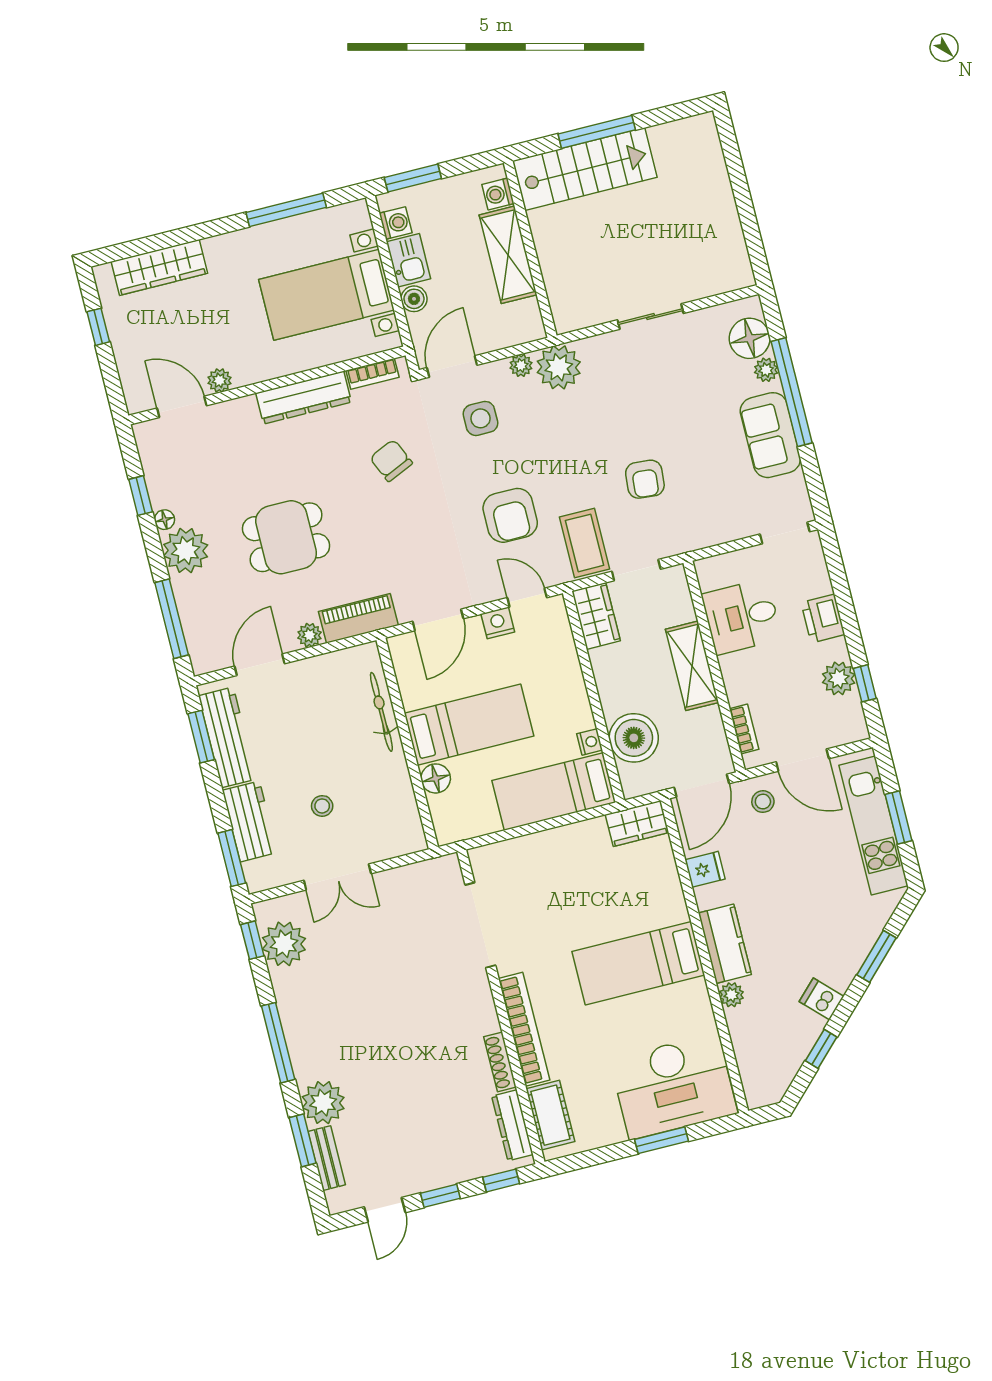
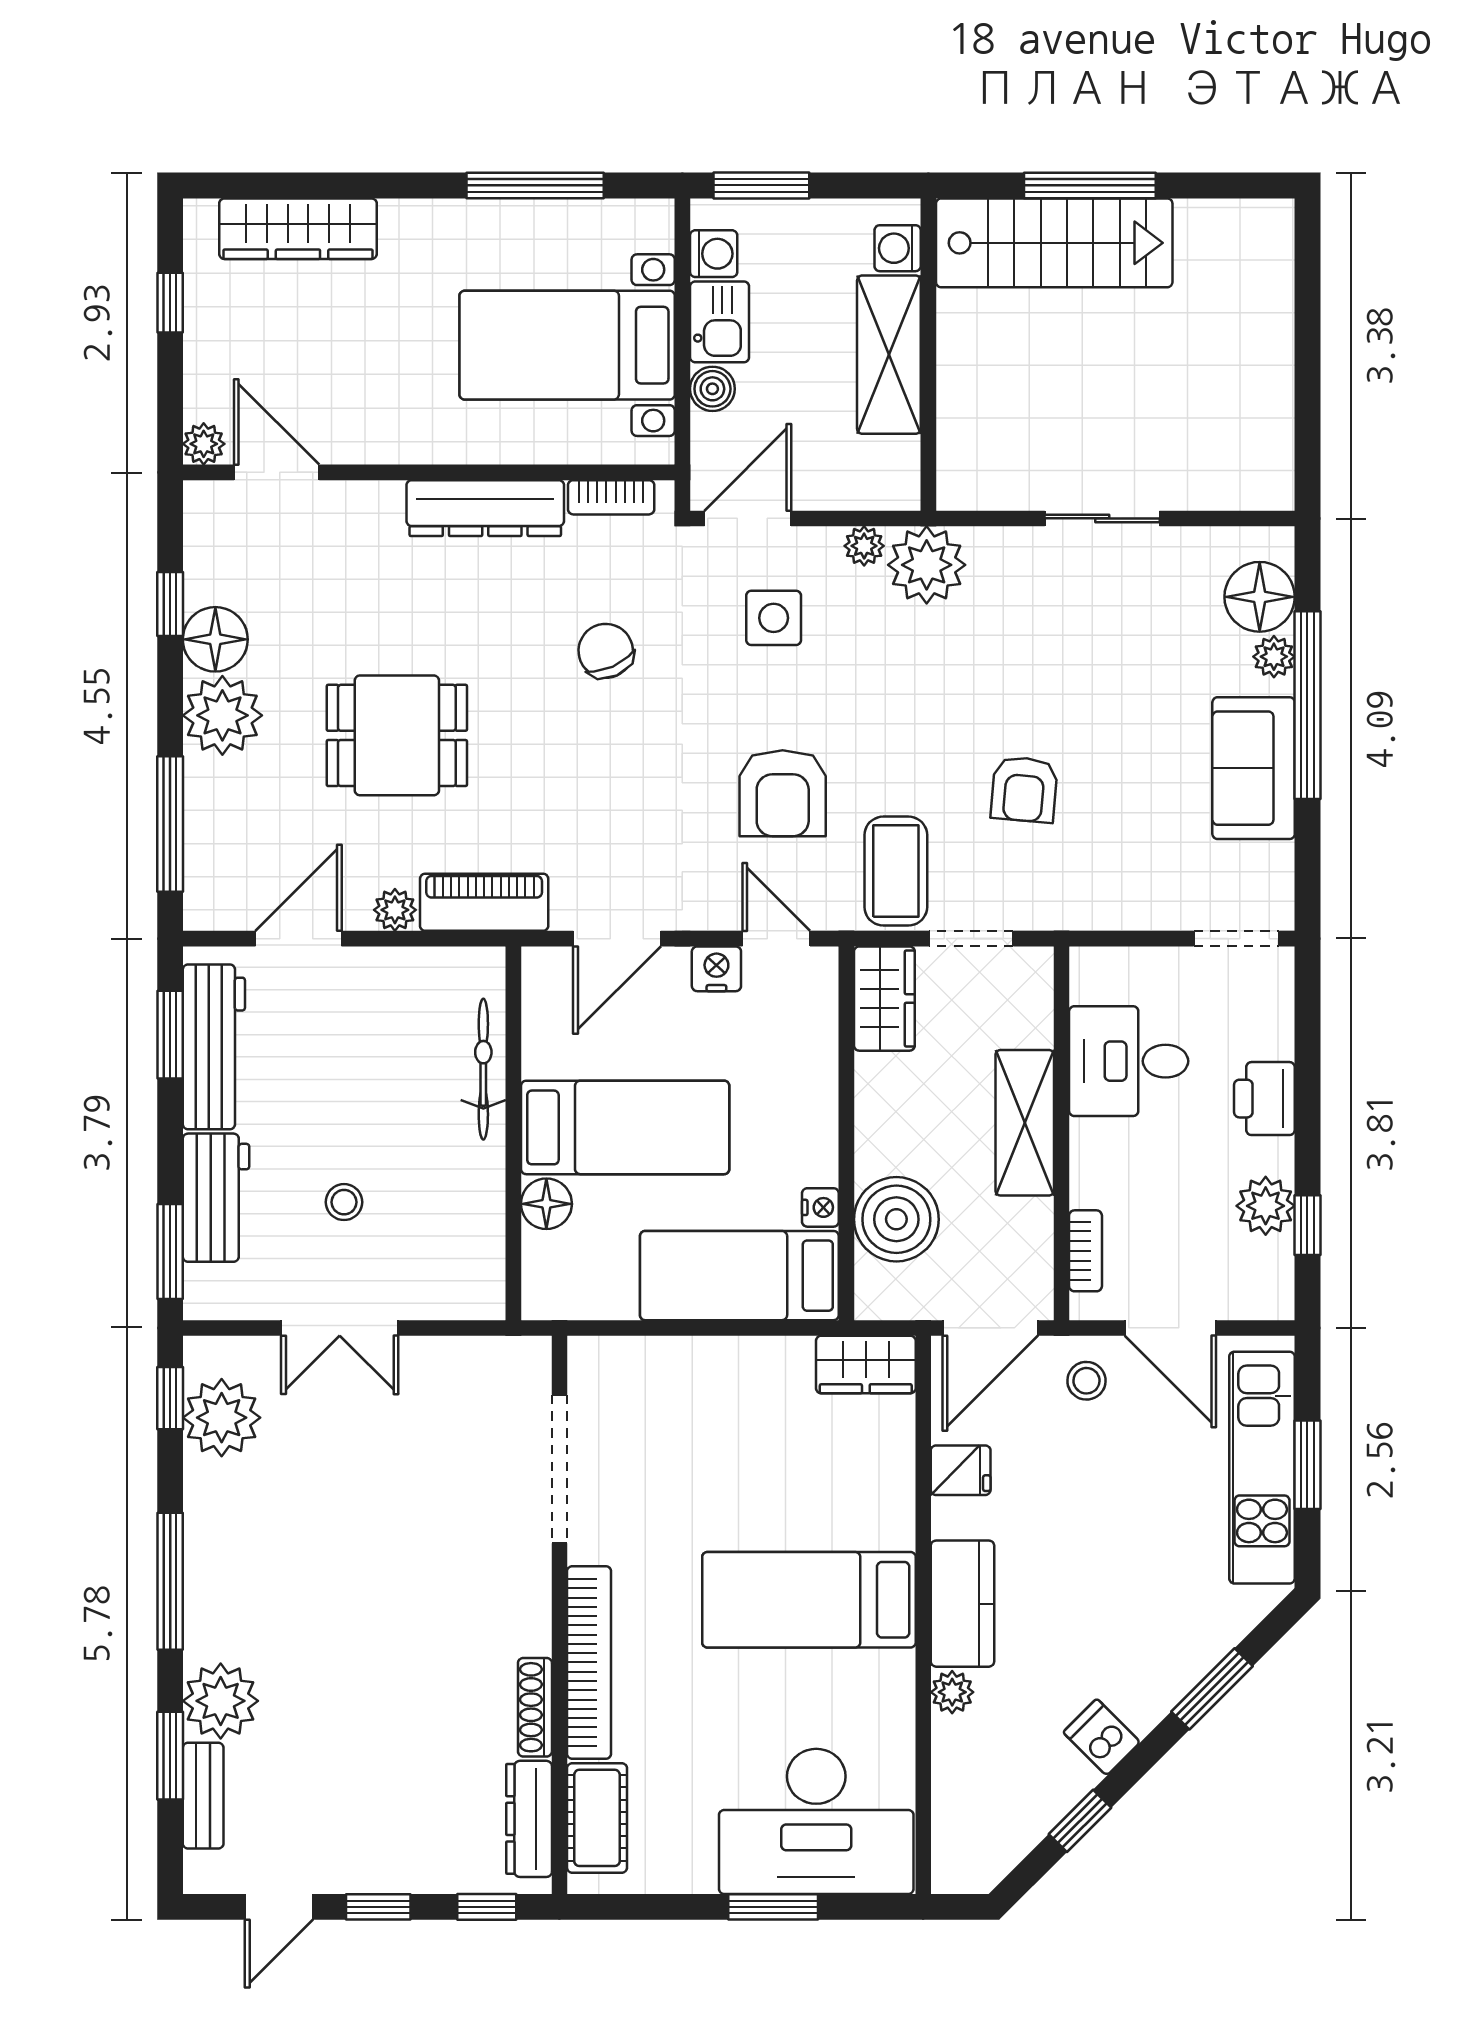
plant: (219, 380) -> (204, 444), moved
floor lamp: (165, 520) -> (215, 639), width x1.89, depth x1.89

